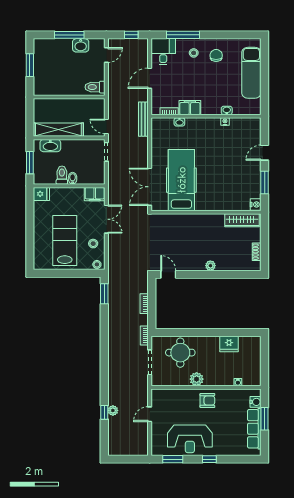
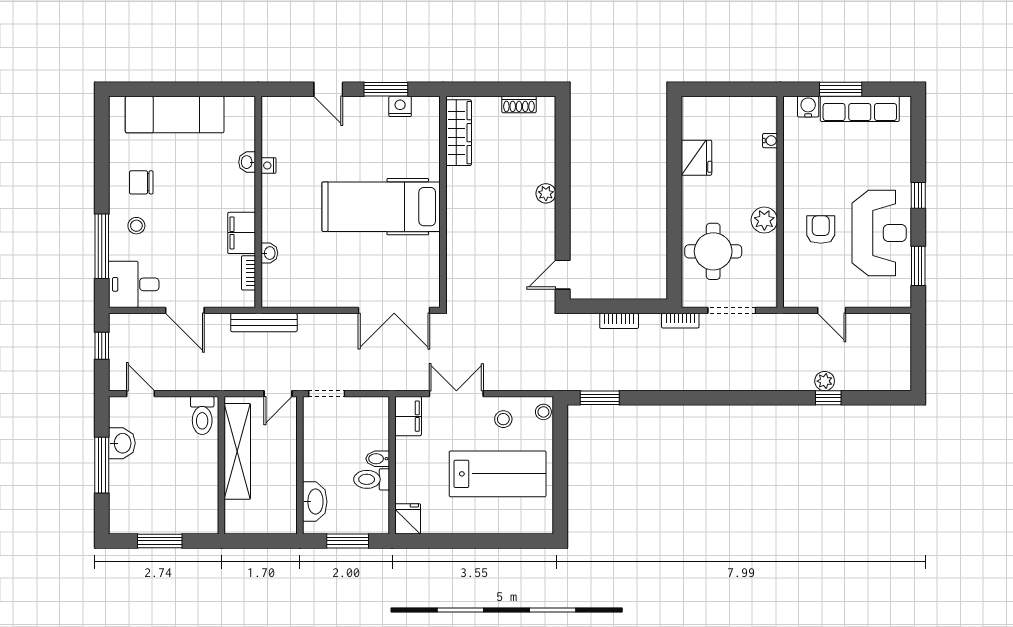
shelving: (58, 130) -> (237, 451), moved
hospital bed: (181, 180) -> (381, 207), moved
nightstand: (256, 204) -> (400, 106), moved
lab bench: (65, 241) -> (498, 474), turned 180
armchair: (207, 400) -> (821, 230), moved

